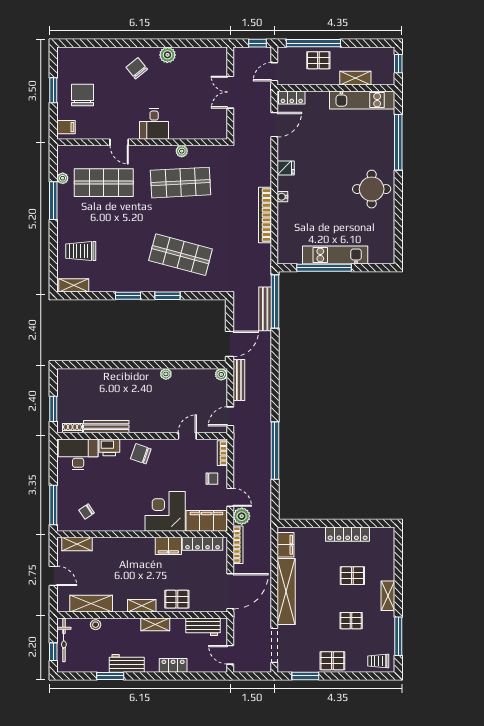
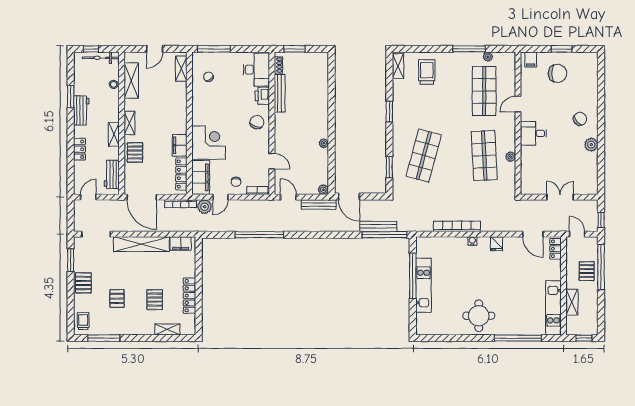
window: (168, 296) -> (389, 167), moved
shelving: (388, 596) -> (167, 329), moved

